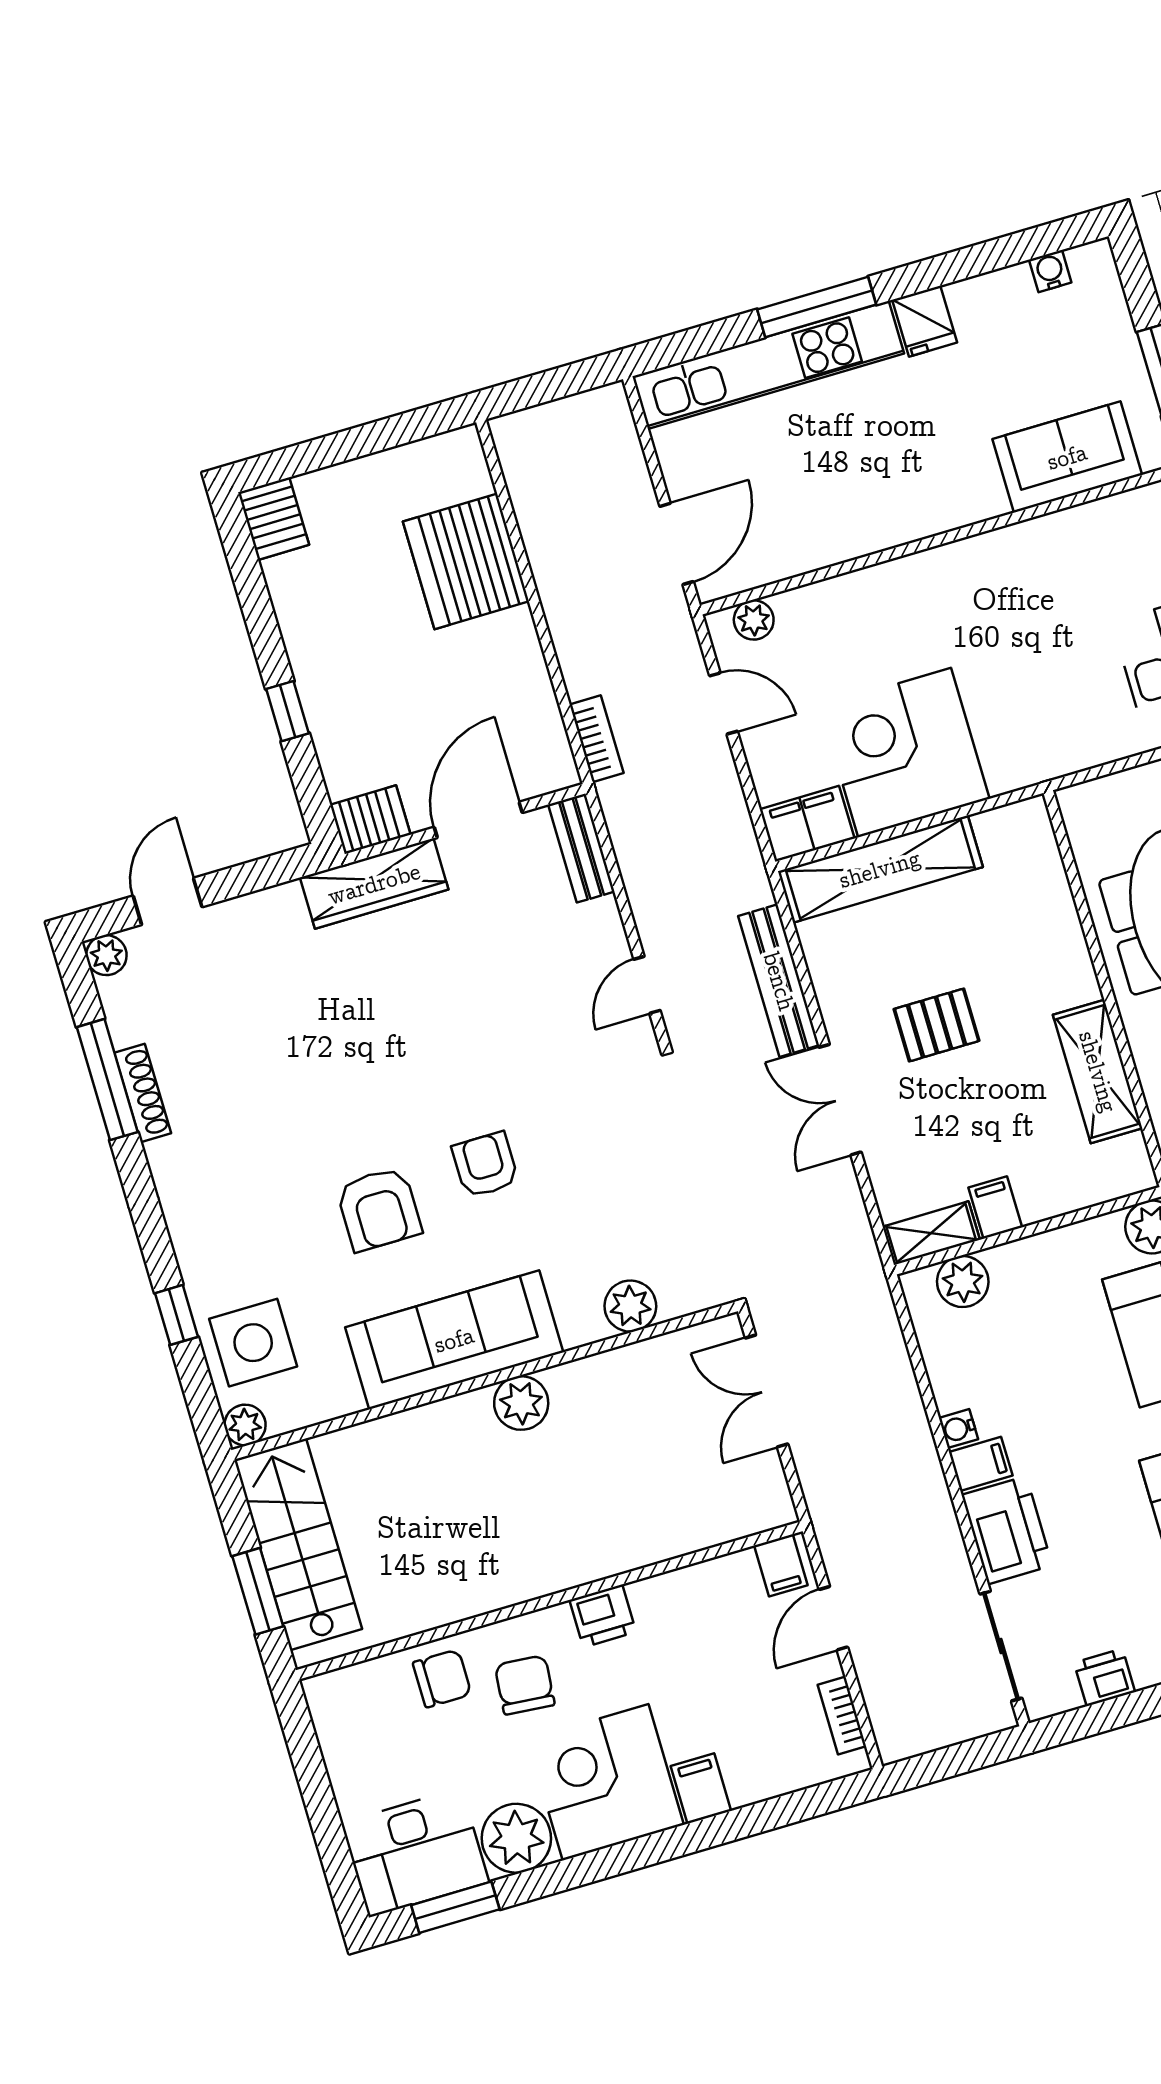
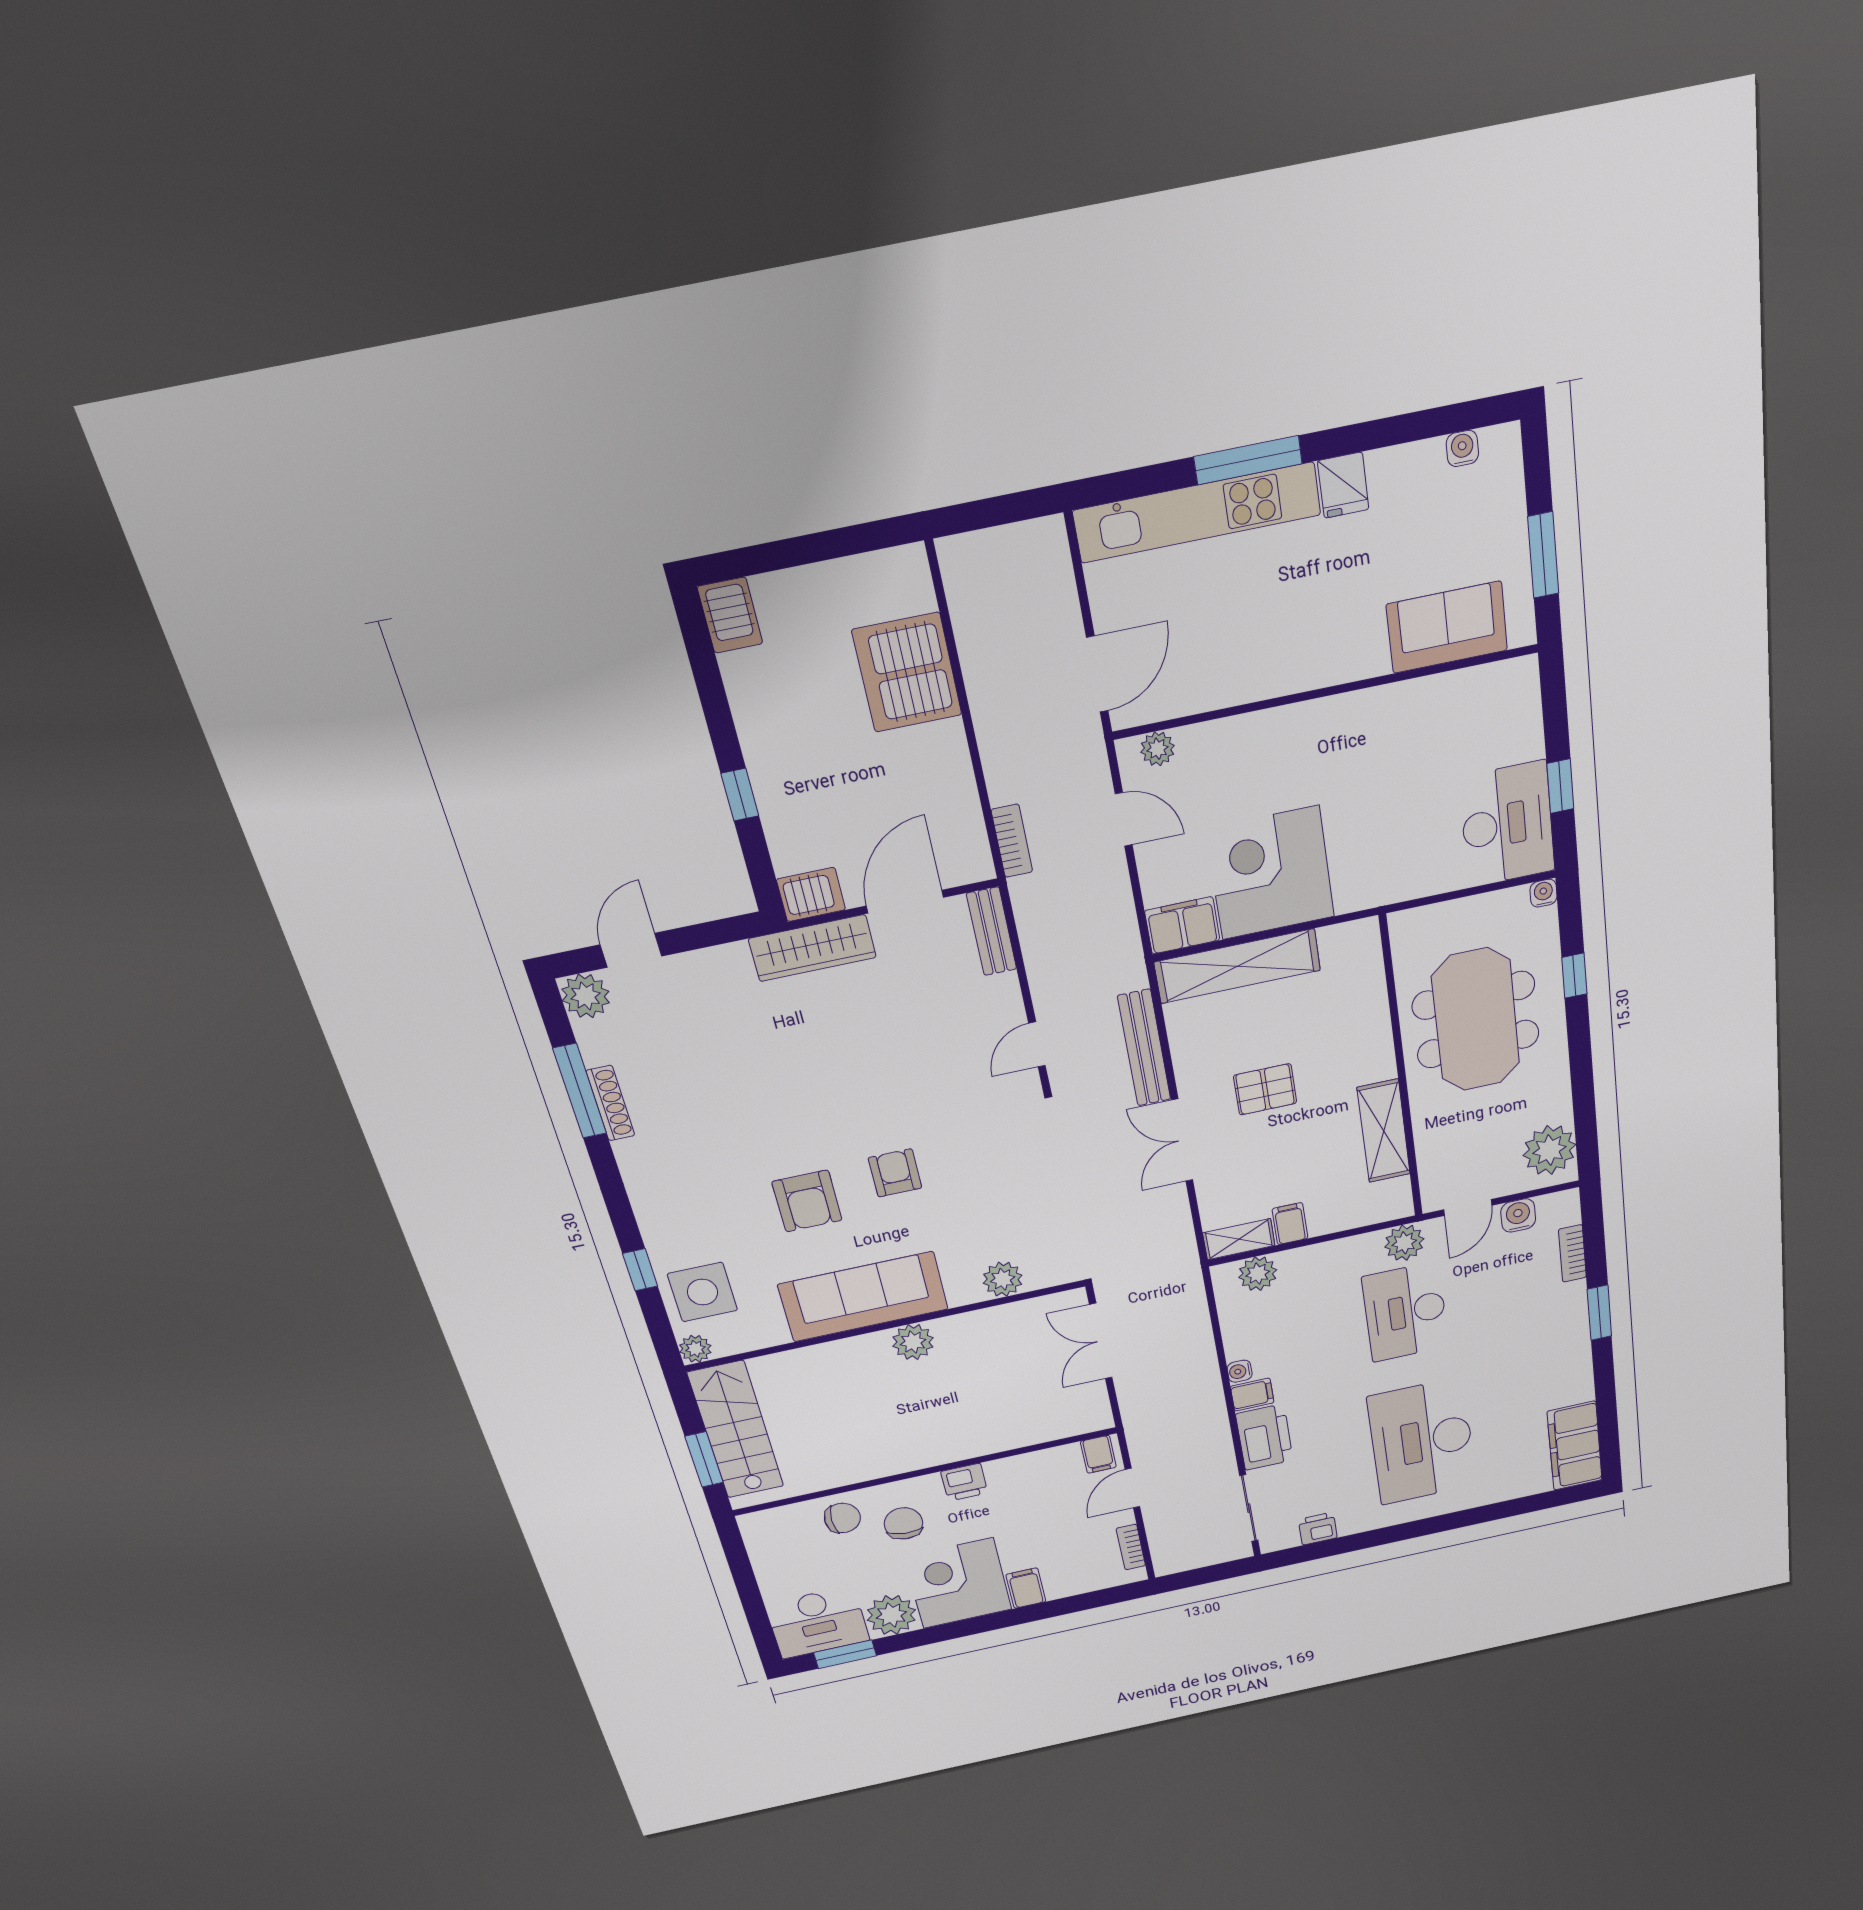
plant: (106, 955) -> (586, 996), width x1.38, depth x1.38

